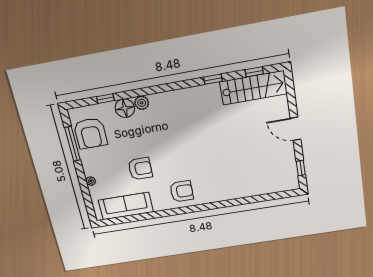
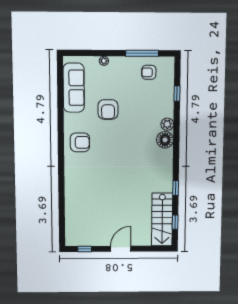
floor lamp: (125, 108) -> (165, 140), moved
armchair: (90, 133) -> (149, 72), width x0.53, depth x0.53
armchair: (182, 191) -> (80, 142), turned -90

